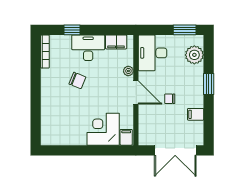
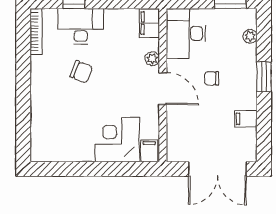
filing cabinet: (116, 42) -> (149, 23), moved, turned 90
desk: (88, 48) -> (81, 26), moved
plant: (194, 55) -> (250, 36), width x0.53, depth x0.53
chair: (170, 99) -> (212, 78), moved

